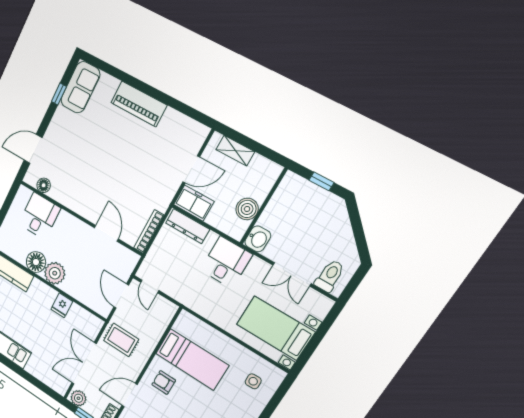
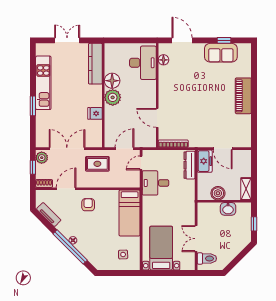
sofa: (80, 87) -> (221, 53), moved
shelving: (235, 151) -> (246, 189), moved
desk: (39, 216) -> (143, 63), width x1.37
door: (106, 233) -> (157, 118), swing flipped
washbasin: (258, 239) -> (228, 209), moved
desk: (226, 262) -> (155, 183), moved, turned 180
rug: (121, 340) -> (97, 164), turned 90
bed: (192, 359) -> (130, 213), moved
window: (17, 369) -> (33, 106), added
door: (130, 395) -> (66, 189), hinge flipped

